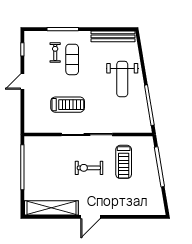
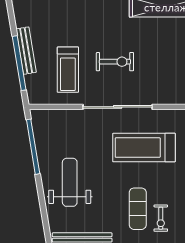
treadmill: (68, 105) -> (144, 148), width x1.37, depth x1.37
treadmill: (124, 162) -> (68, 70), turned 180
bench: (154, 176) -> (26, 51), added

